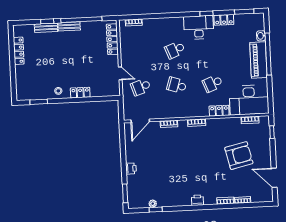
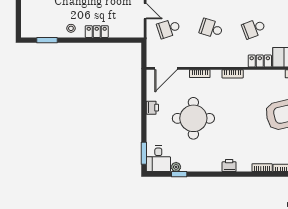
round table: (165, 162) -> (193, 118), added
printer: (131, 169) -> (152, 108), moved
desk: (137, 197) -> (158, 159), added

